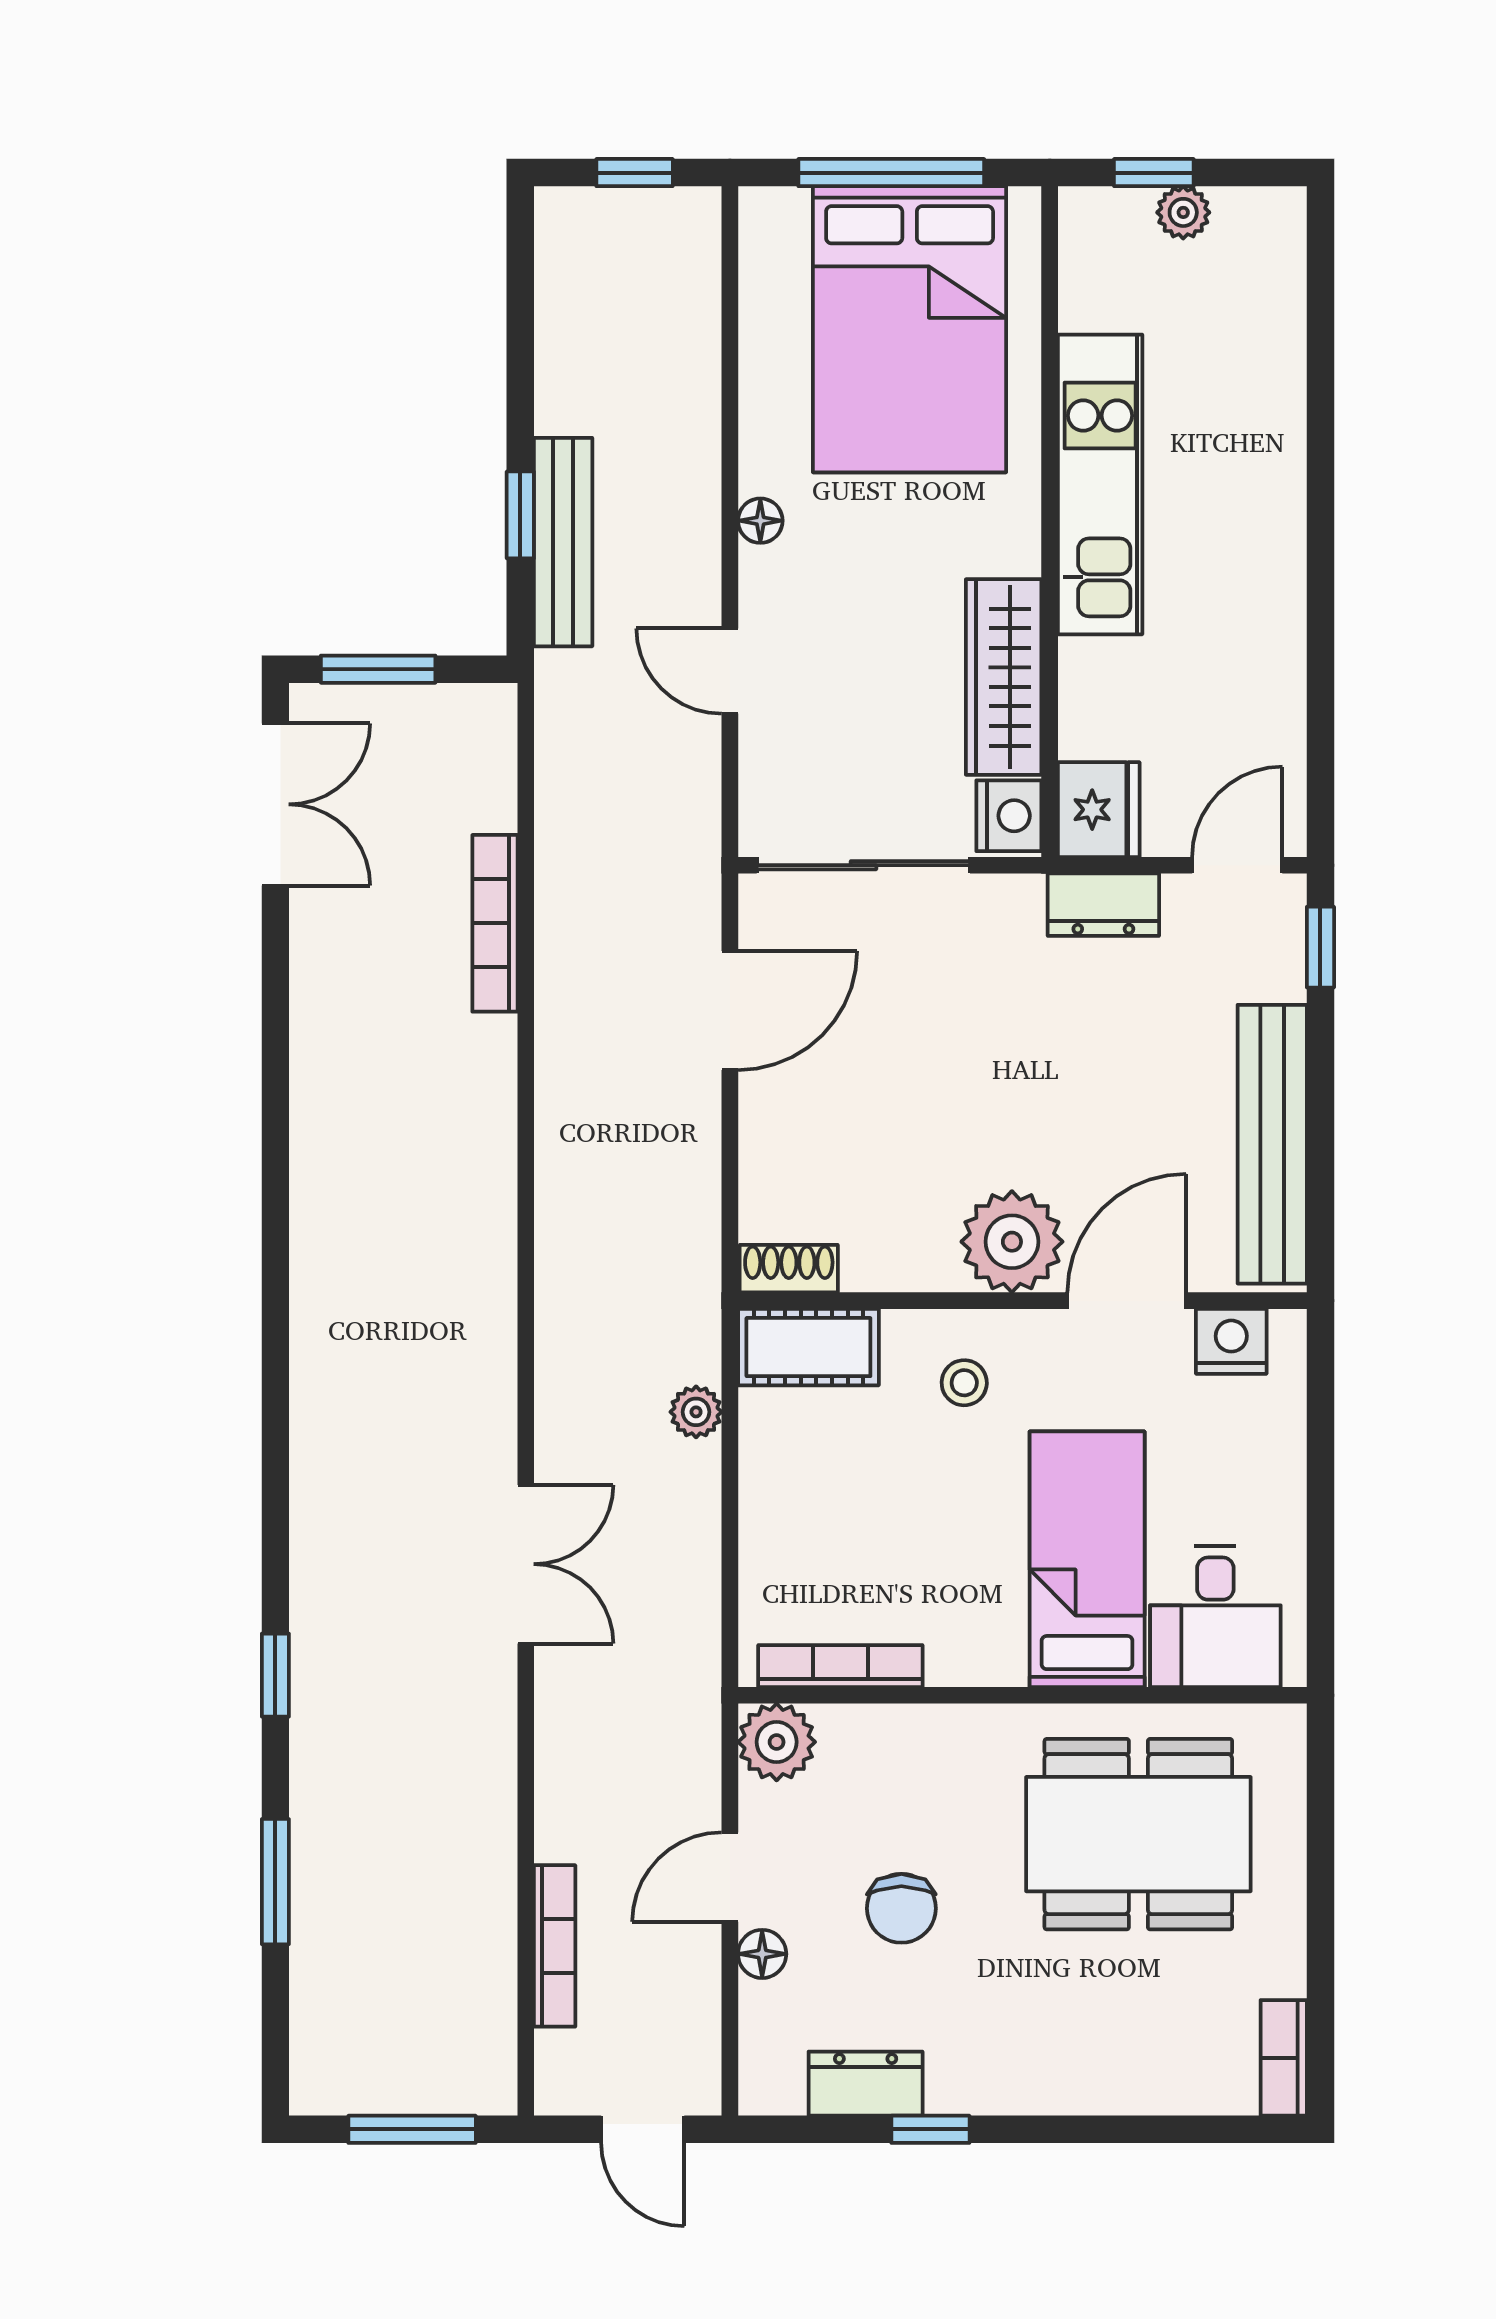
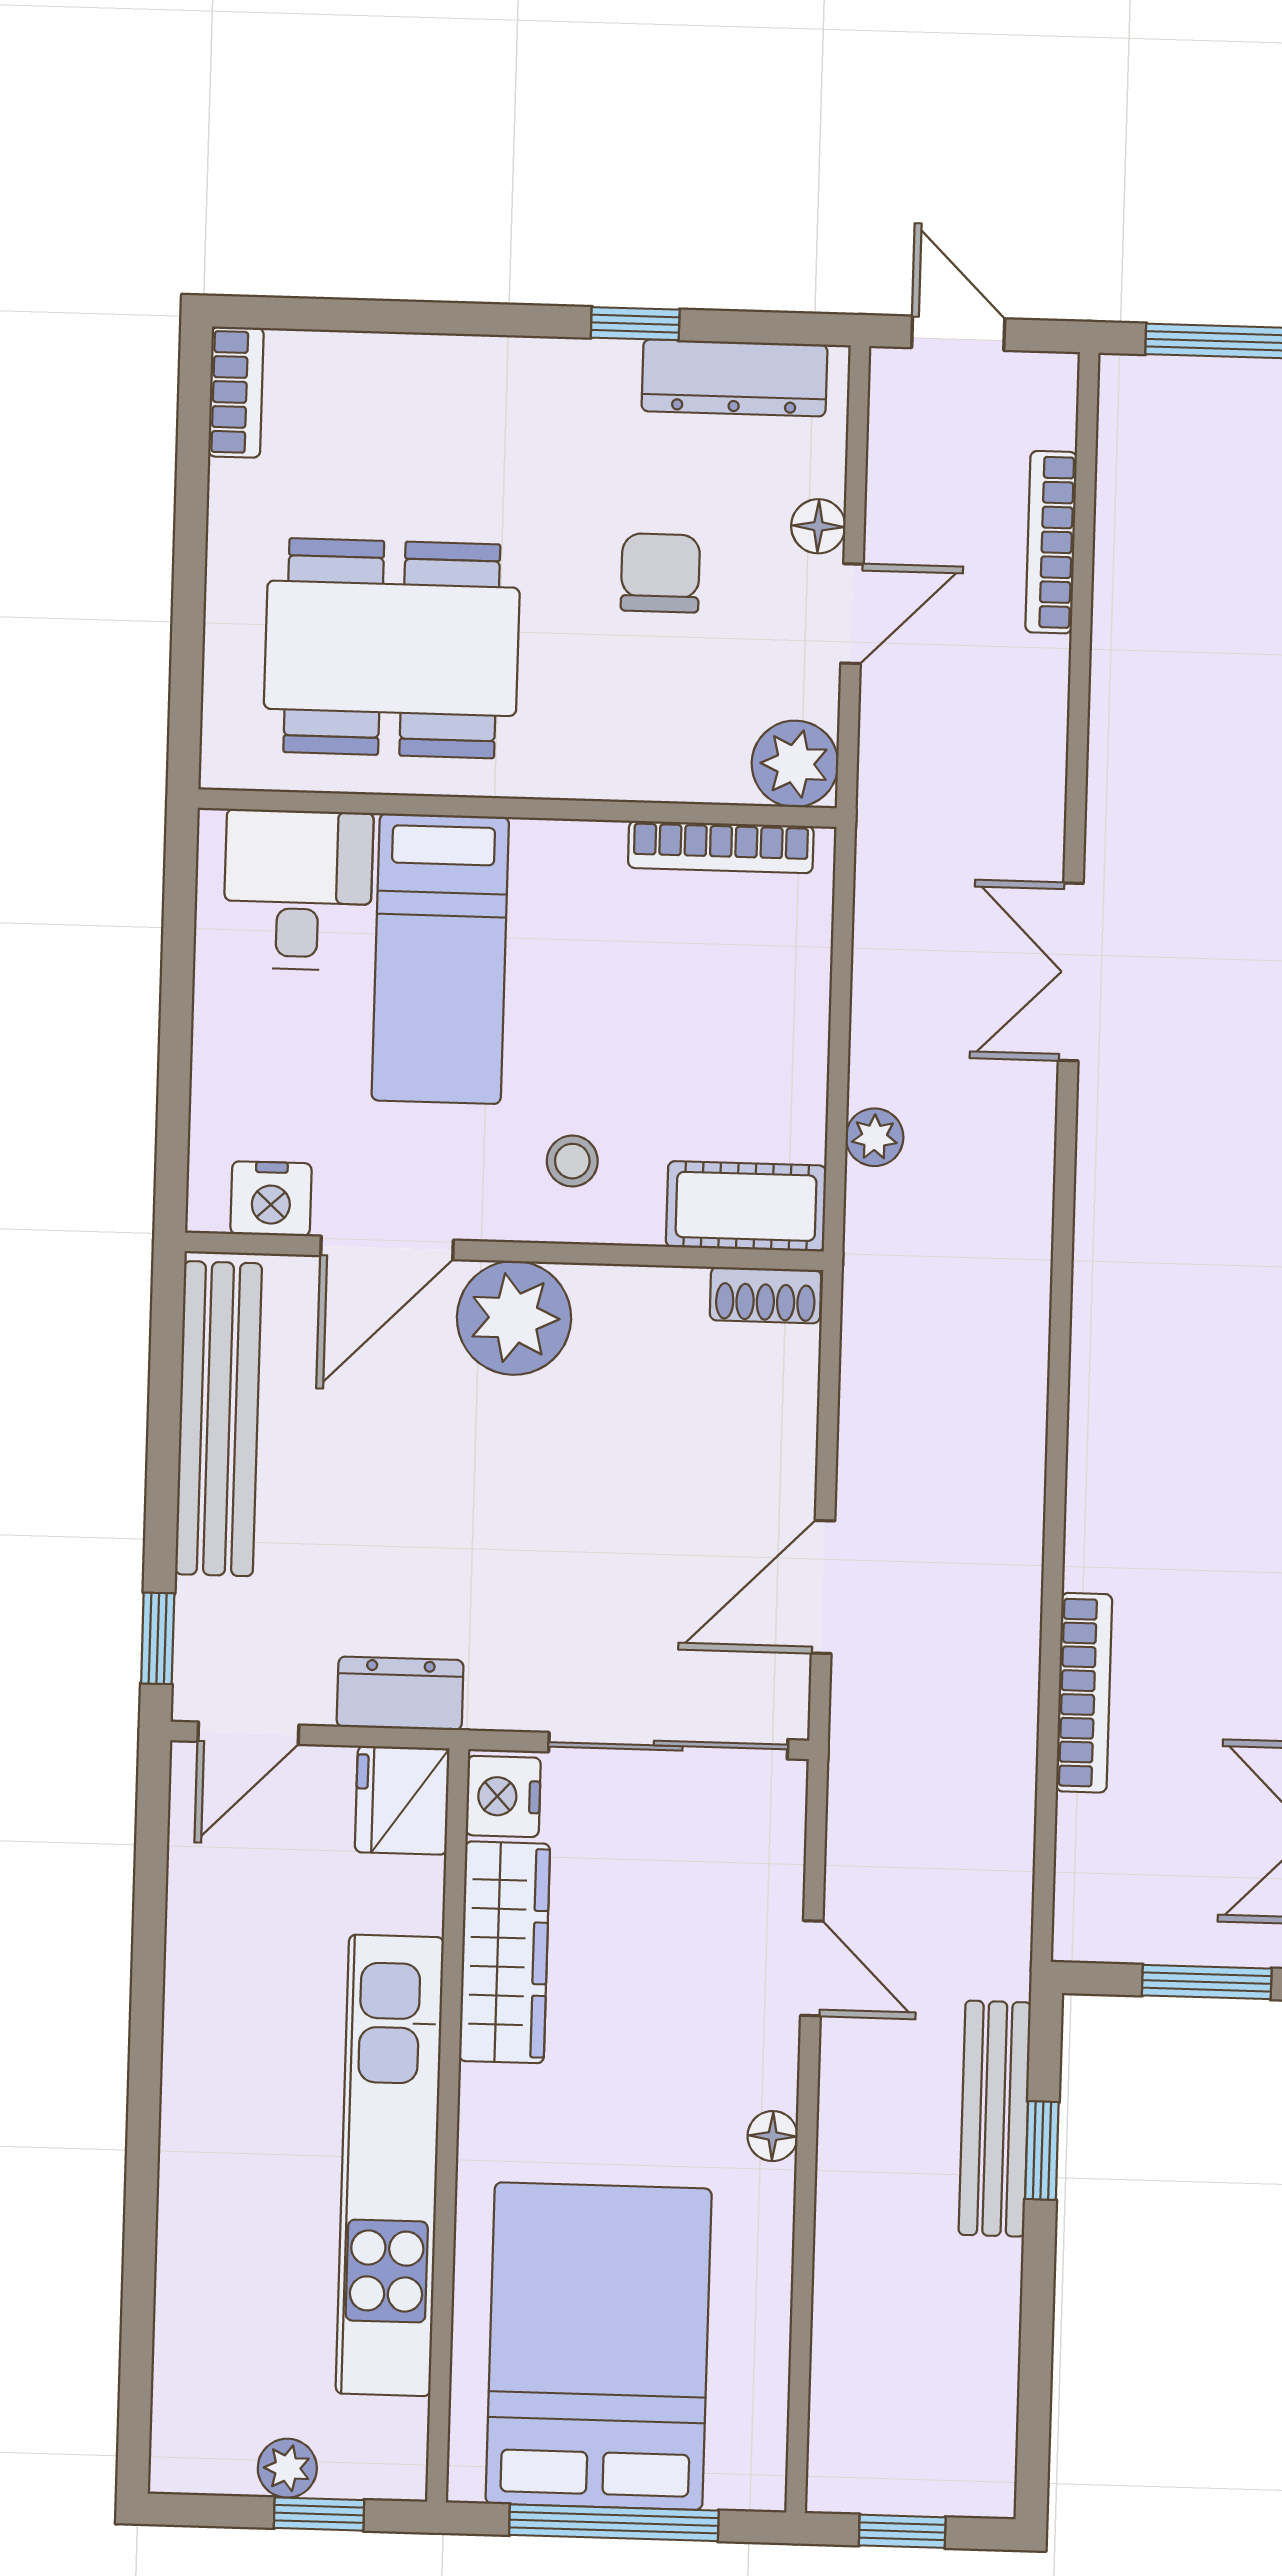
kitchen unit: (1100, 484) -> (390, 2165), width x1.36
dresser: (866, 2084) -> (734, 378), width x1.44

